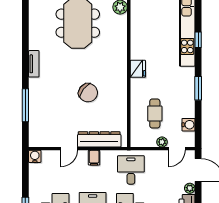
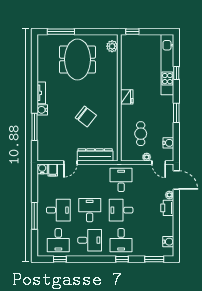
water cooler: (35, 85) -> (42, 110), added
door: (177, 149) -> (159, 162), hinge flipped
filing cabinet: (94, 158) -> (53, 170), moved

